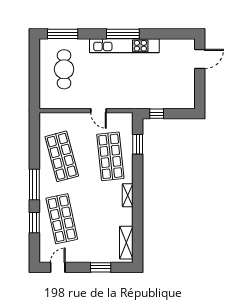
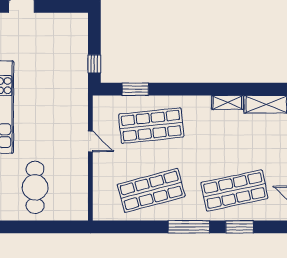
cafe table: (64, 69) -> (35, 187), turned 90
door: (99, 111) -> (90, 141), hinge flipped
shelving: (128, 195) -> (227, 102), moved

